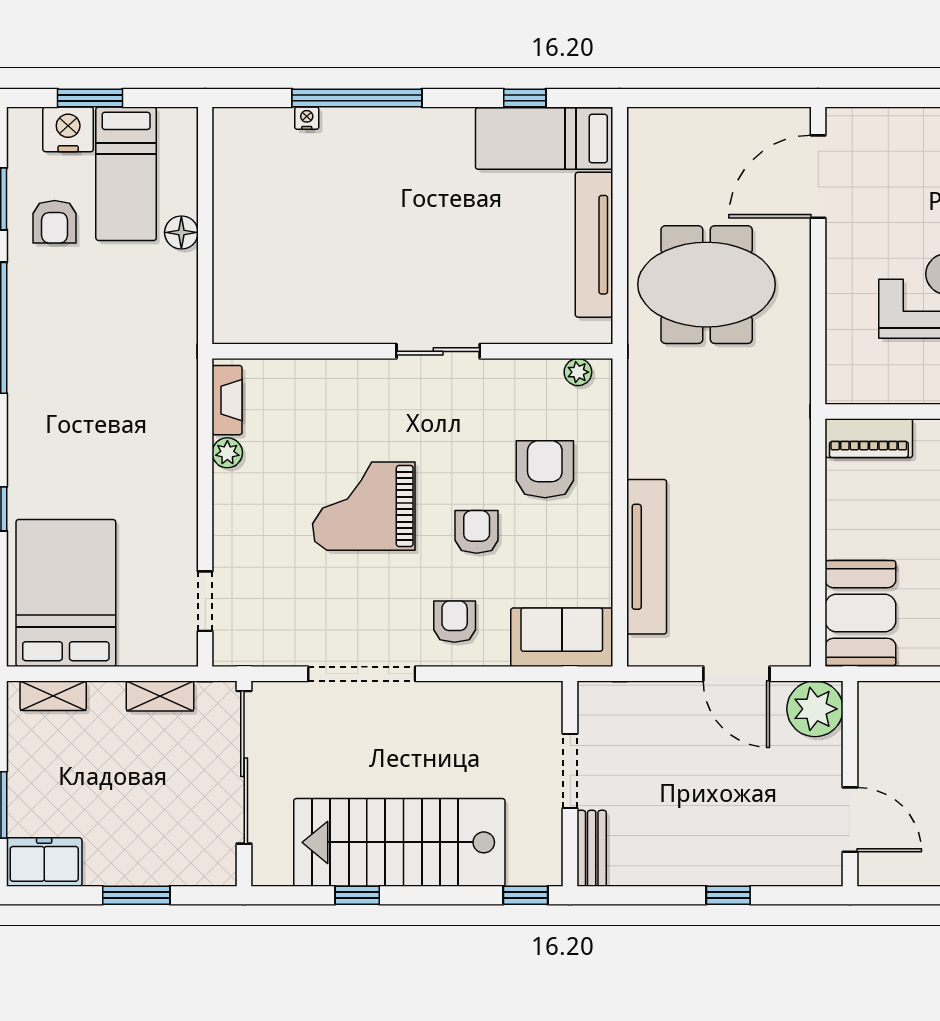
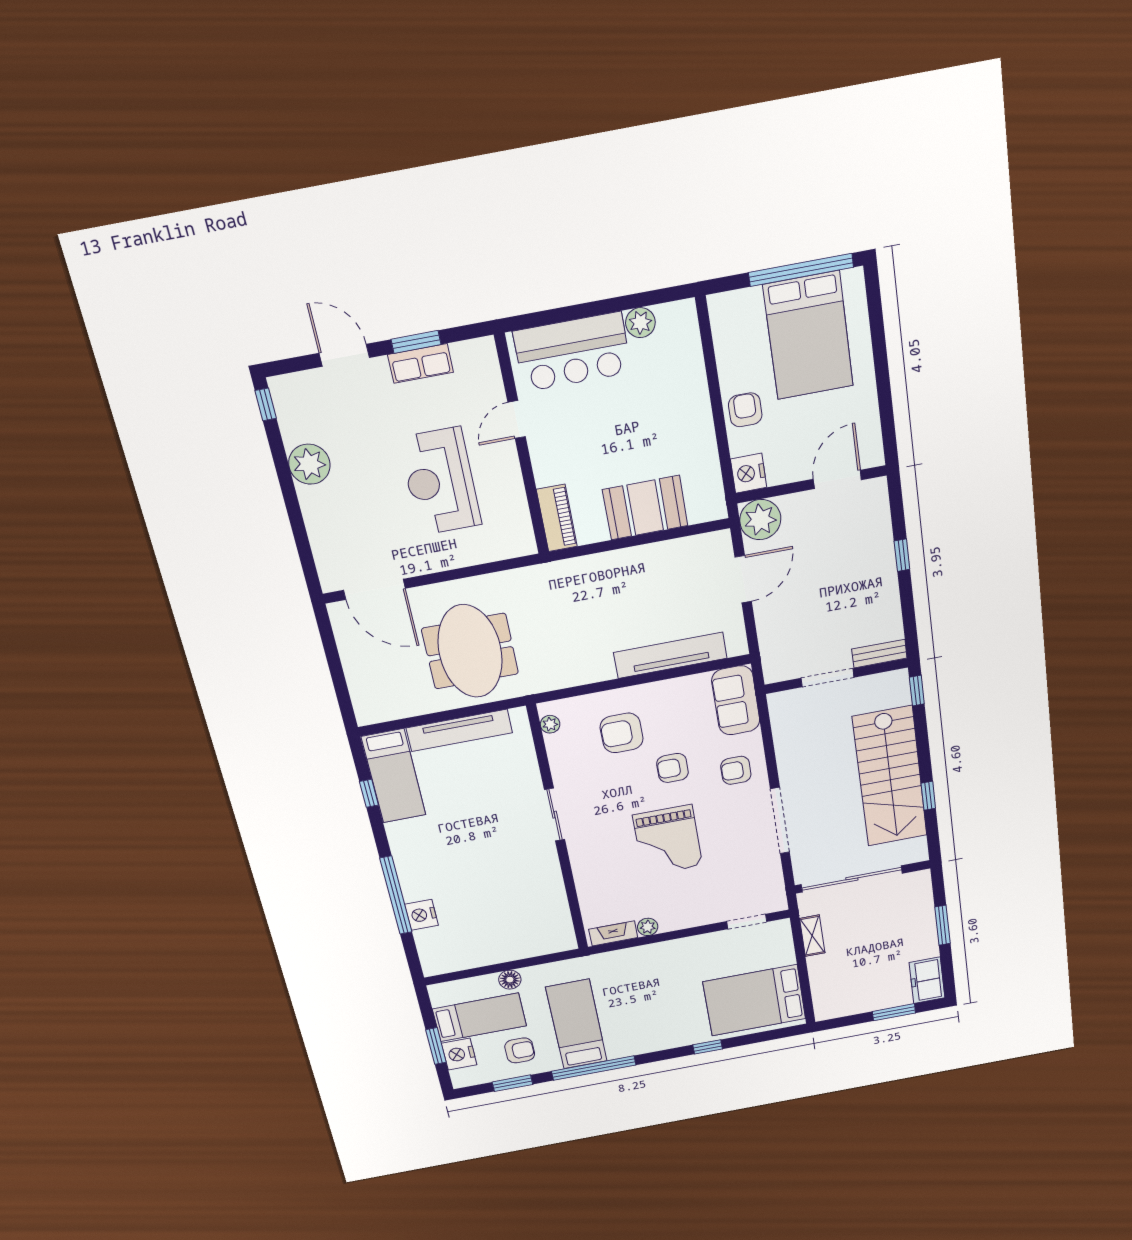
nightstand: (307, 118) -> (421, 915), width x1.89, depth x1.79
bed: (82, 316) -> (576, 1024), added
booth: (860, 613) -> (645, 508), moved
shelving: (53, 696) -> (821, 995), removed
nightstand: (881, 702) -> (749, 473), added

